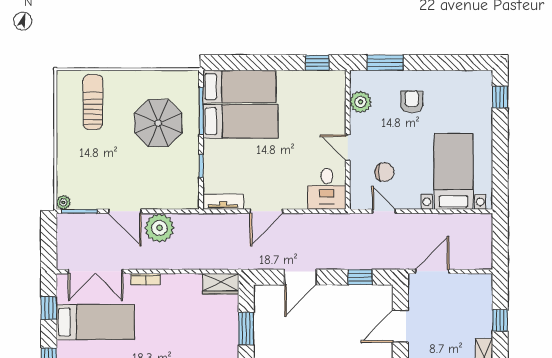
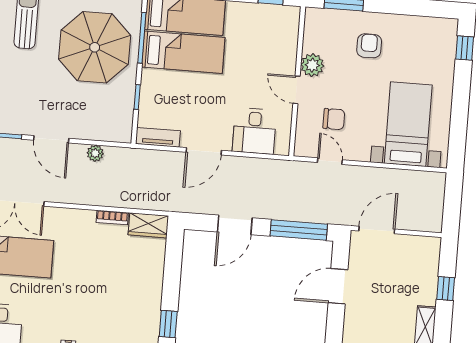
plant: (361, 102) -> (312, 65), moved
parasol: (158, 123) -> (95, 47), width x1.36, depth x1.36
desk: (327, 189) -> (254, 131), moved
plant: (159, 228) -> (95, 153), width x0.53, depth x0.53
window: (360, 277) -> (299, 230), width x2.17
bookcase: (145, 279) -> (112, 217), moved
window: (246, 329) -> (172, 276), removed

